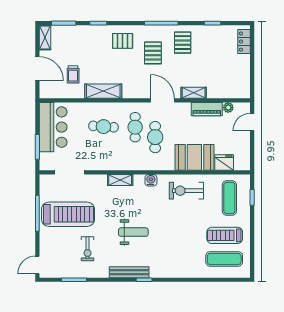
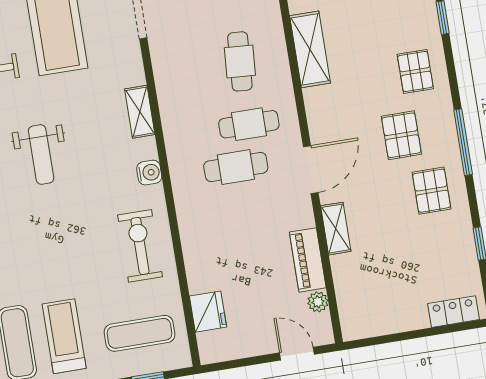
pallet: (183, 43) -> (432, 191), turned 90
pallet: (153, 53) -> (401, 135), turned 90
booth: (194, 157) -> (208, 251), removed

